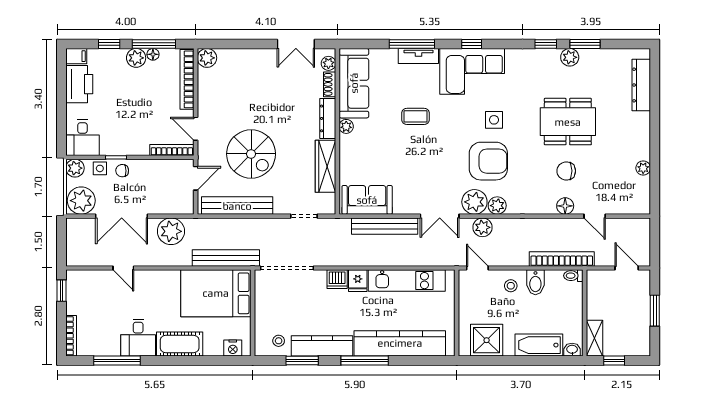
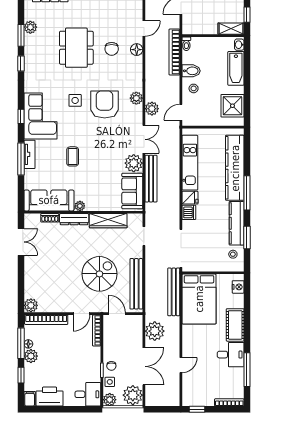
plant: (570, 57) -> (30, 27), moved
plant: (328, 63) -> (35, 219), removed
plant: (474, 202) -> (134, 163), moved

